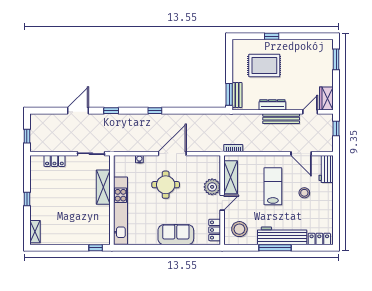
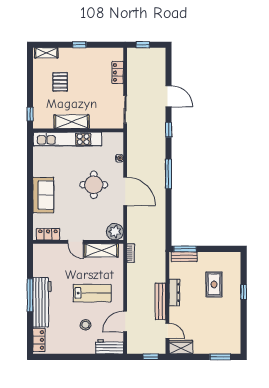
rug: (264, 66) -> (214, 284), width x0.73, depth x0.70
window: (155, 111) -> (169, 174), width x2.17
shelving: (103, 187) -> (72, 122), moved
plant: (212, 187) -> (115, 232), moved
pallet: (64, 218) -> (60, 82), added
stool: (239, 229) -> (49, 259), removed

